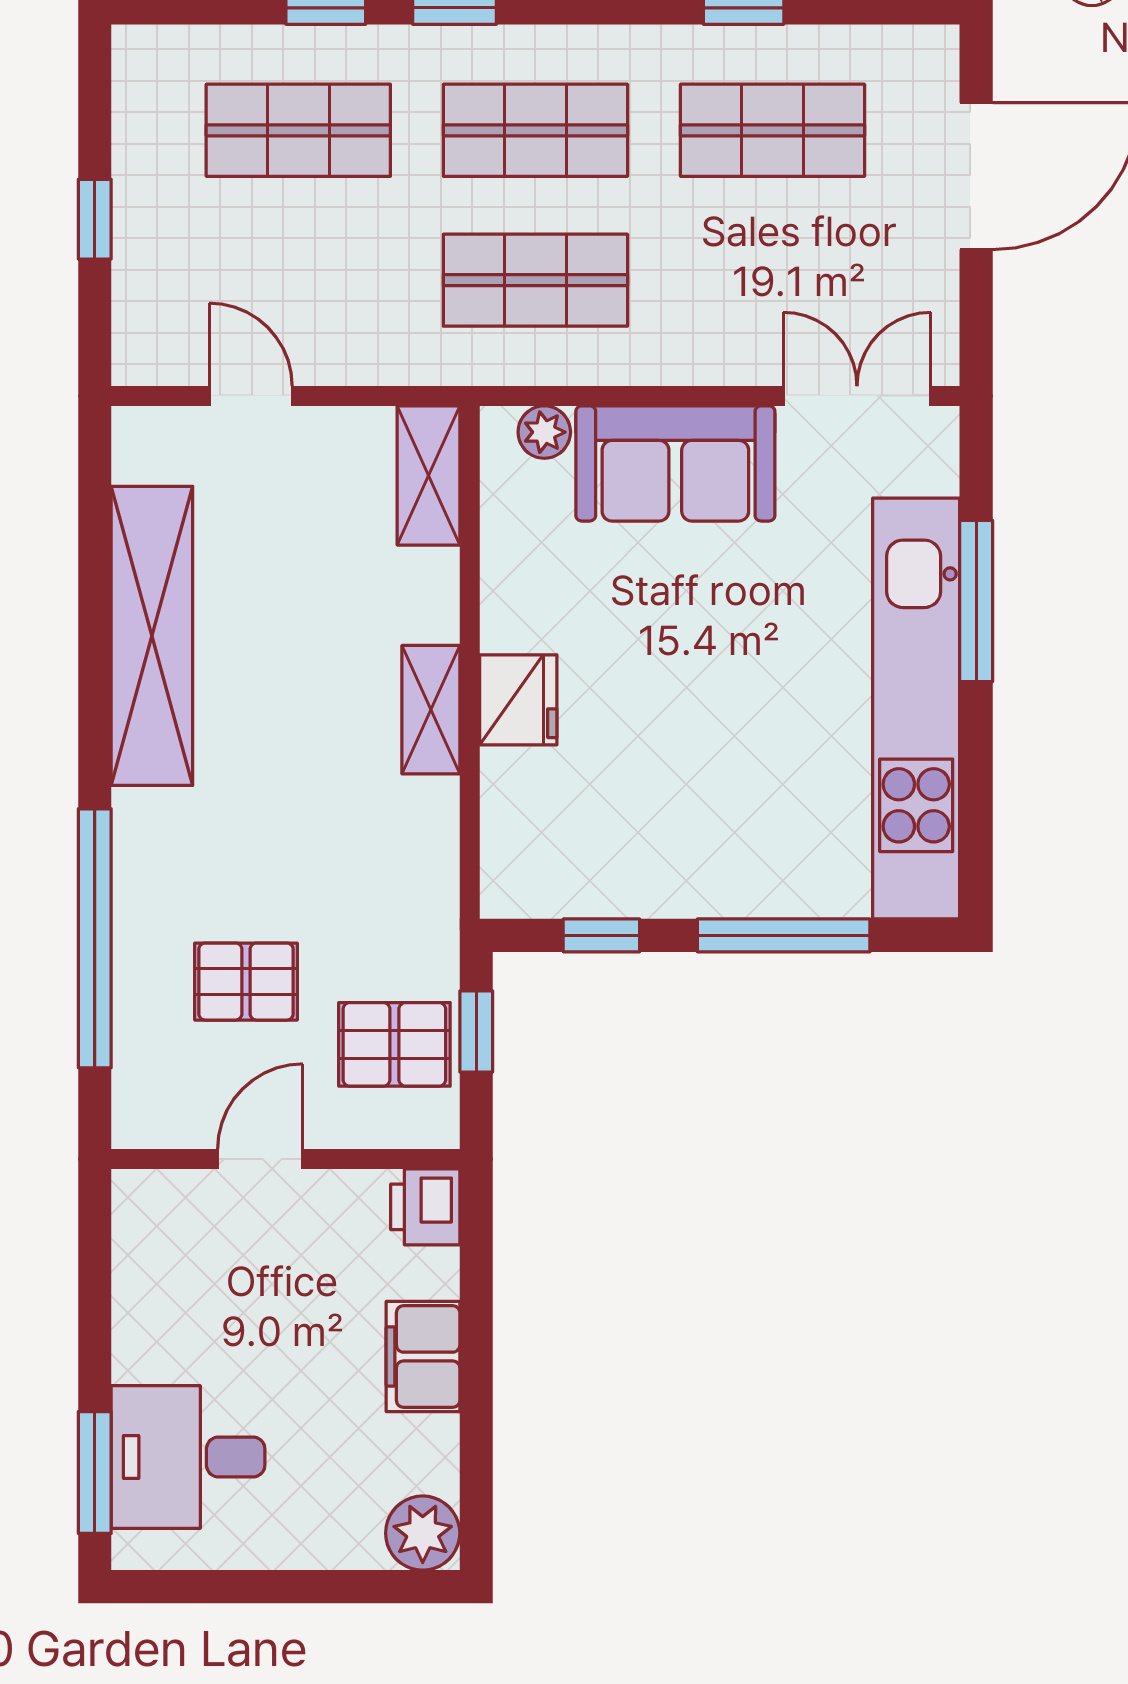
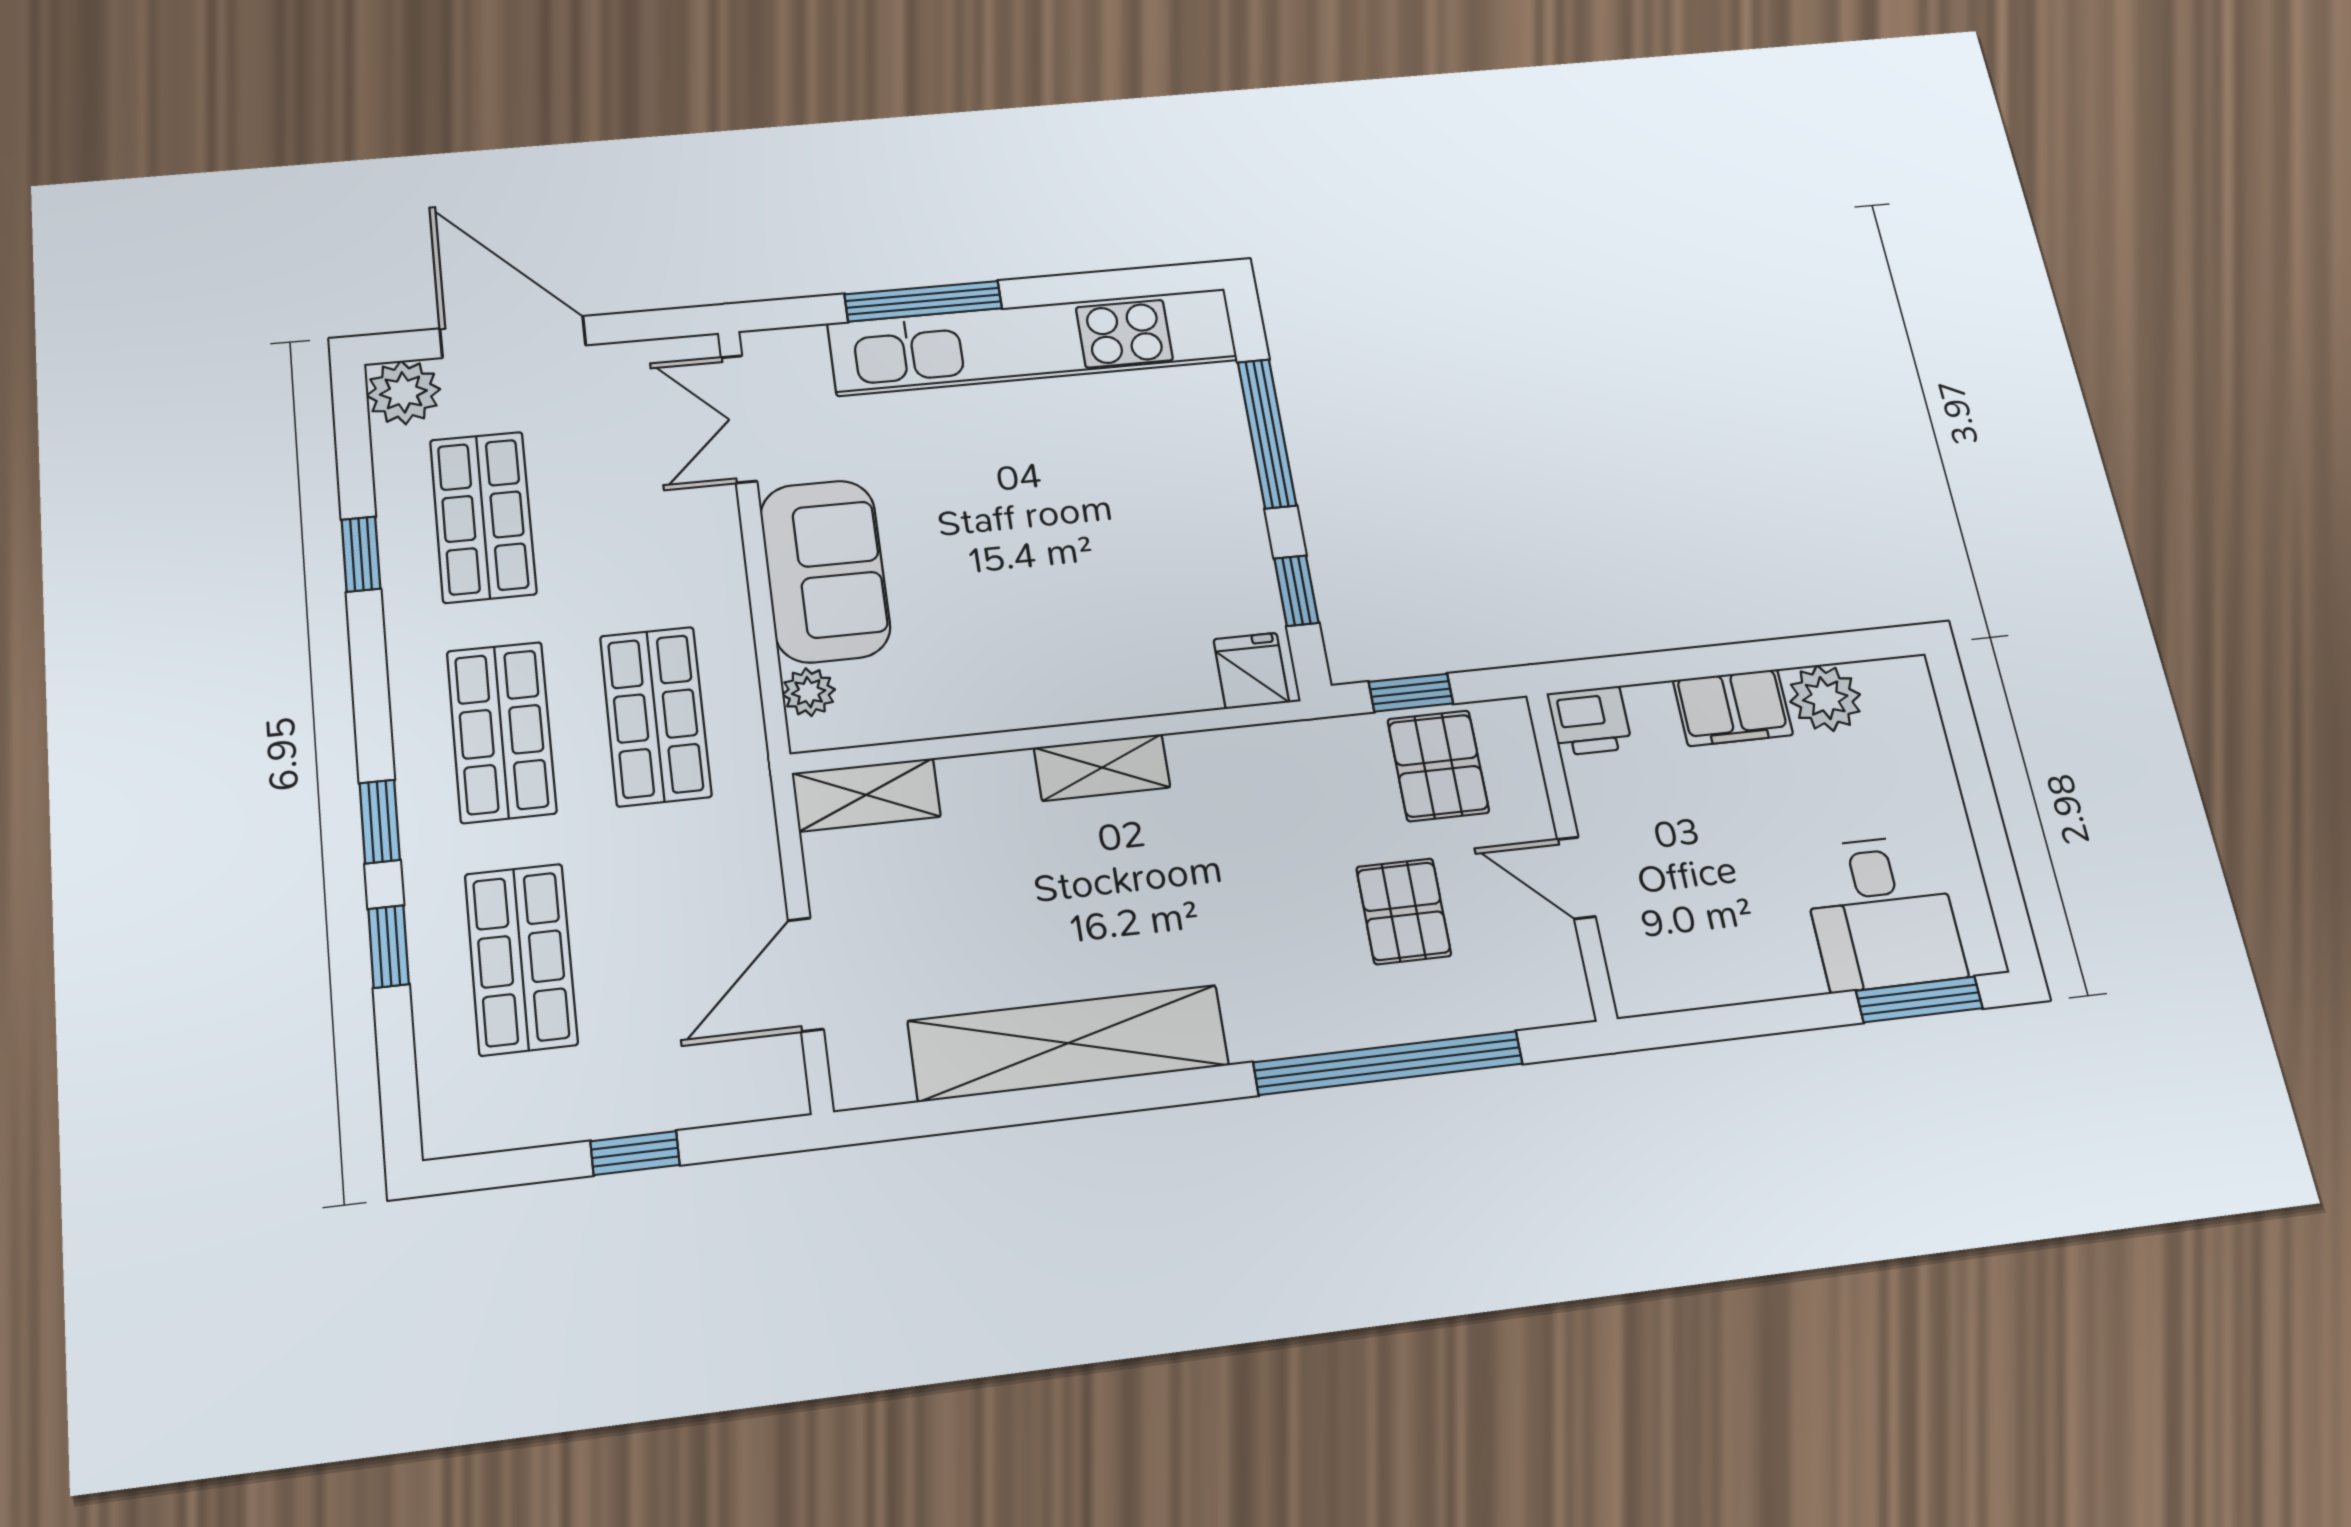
plant: (923, 61) -> (403, 392), added
door: (251, 396) -> (806, 975), width x1.37
fridge: (518, 700) -> (1251, 671), moved, width x0.72
plant: (423, 1533) -> (1825, 698), moved

